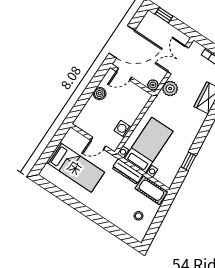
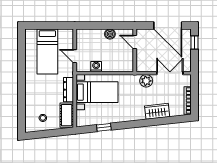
door: (122, 42) -> (168, 26), moved
plant: (153, 85) -> (141, 67), removed

